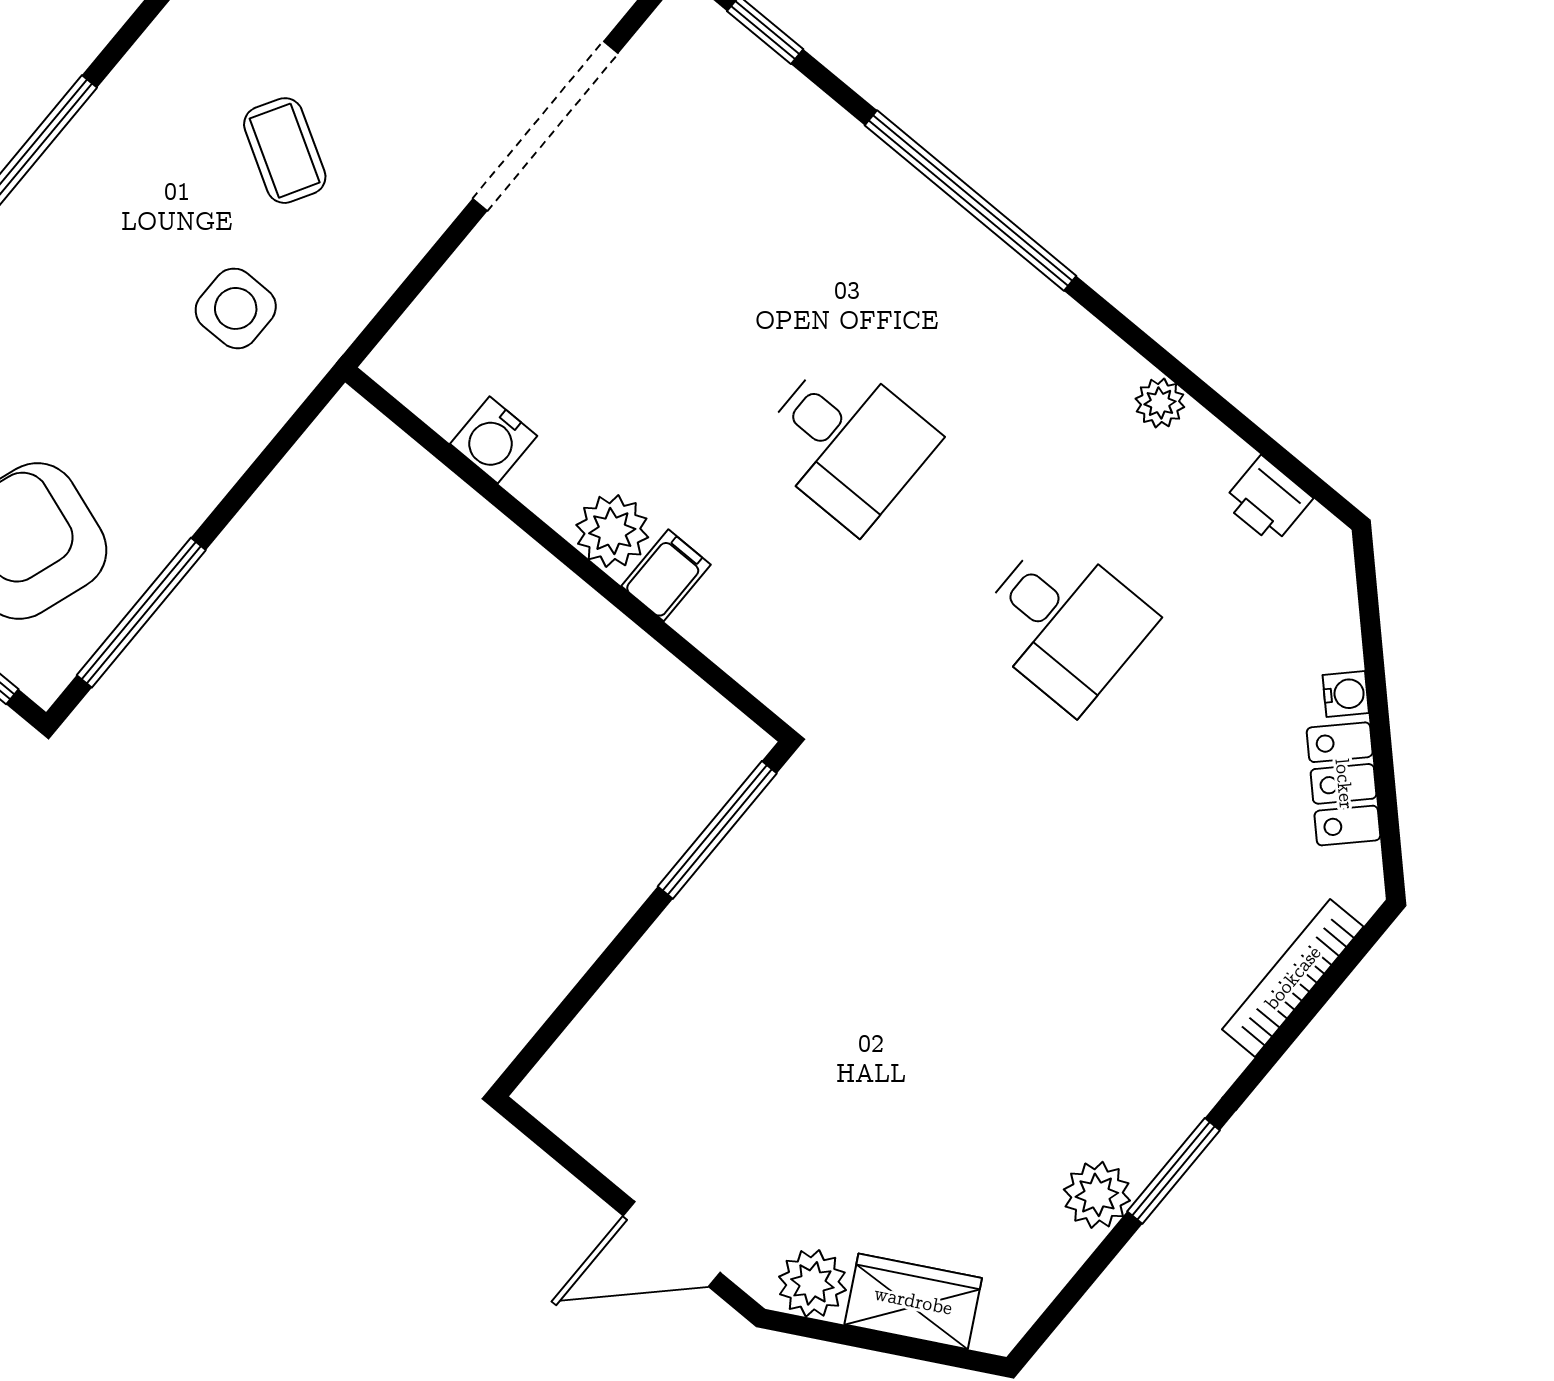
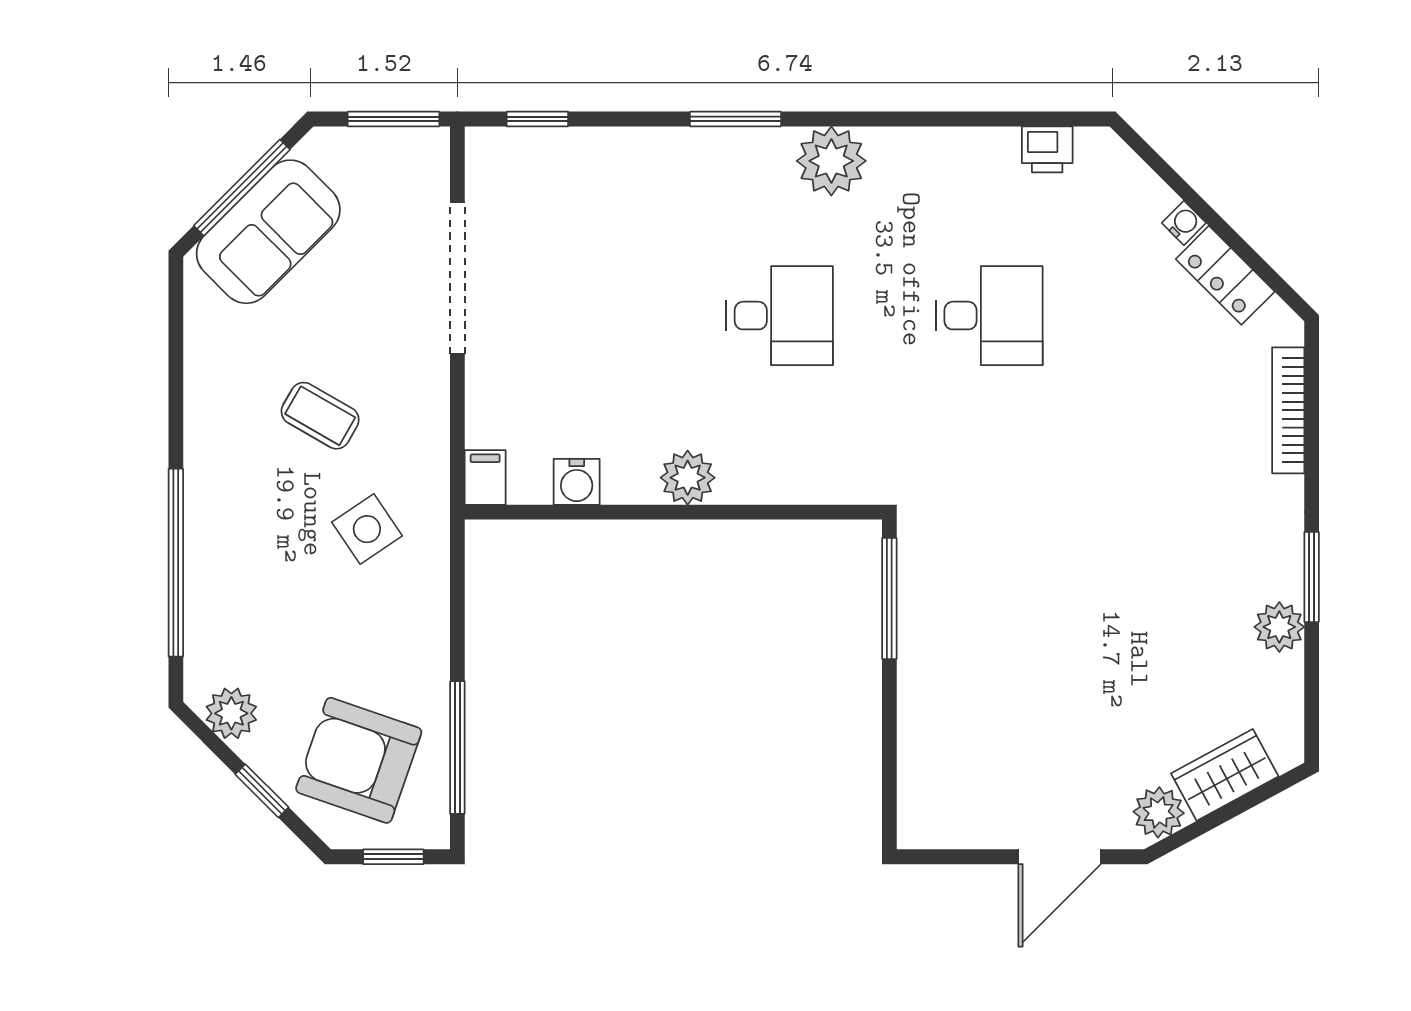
window: (970, 201) -> (735, 119), width x0.47
side table: (236, 308) -> (367, 529), turned -34
plant: (1160, 403) -> (831, 161), moved, width x1.88, depth x1.88
filing cabinet: (666, 575) -> (485, 477), moved

